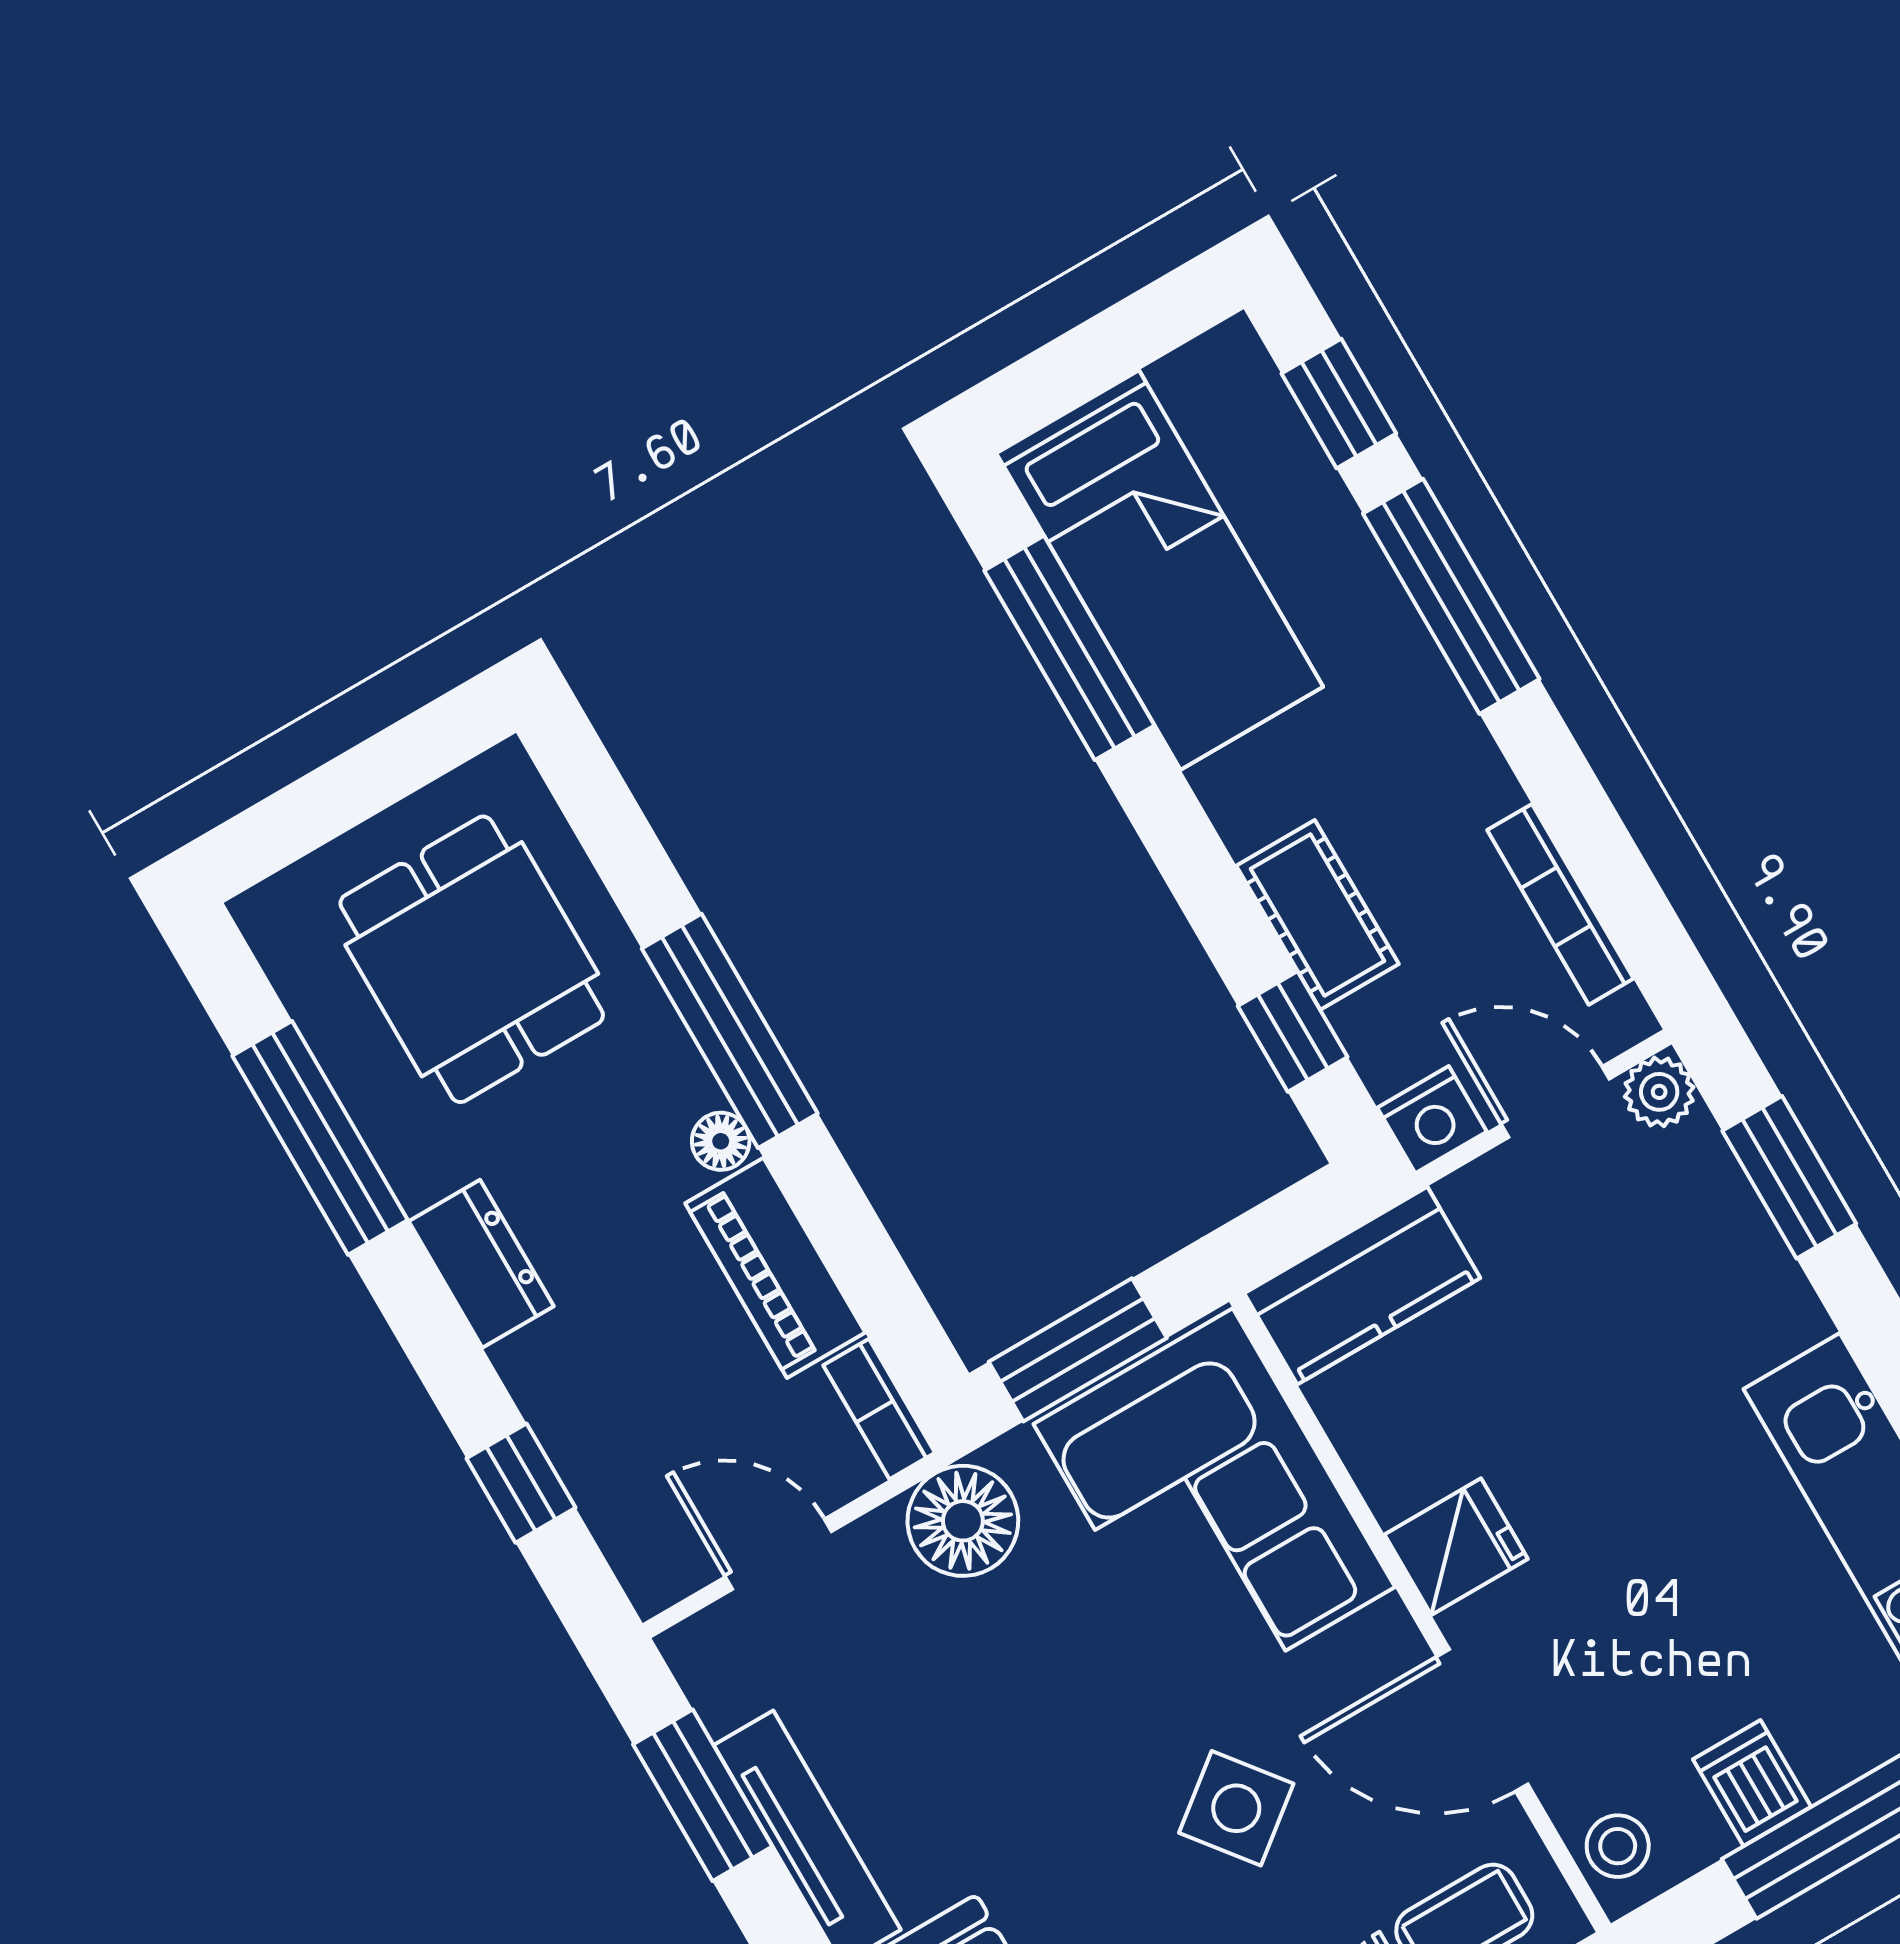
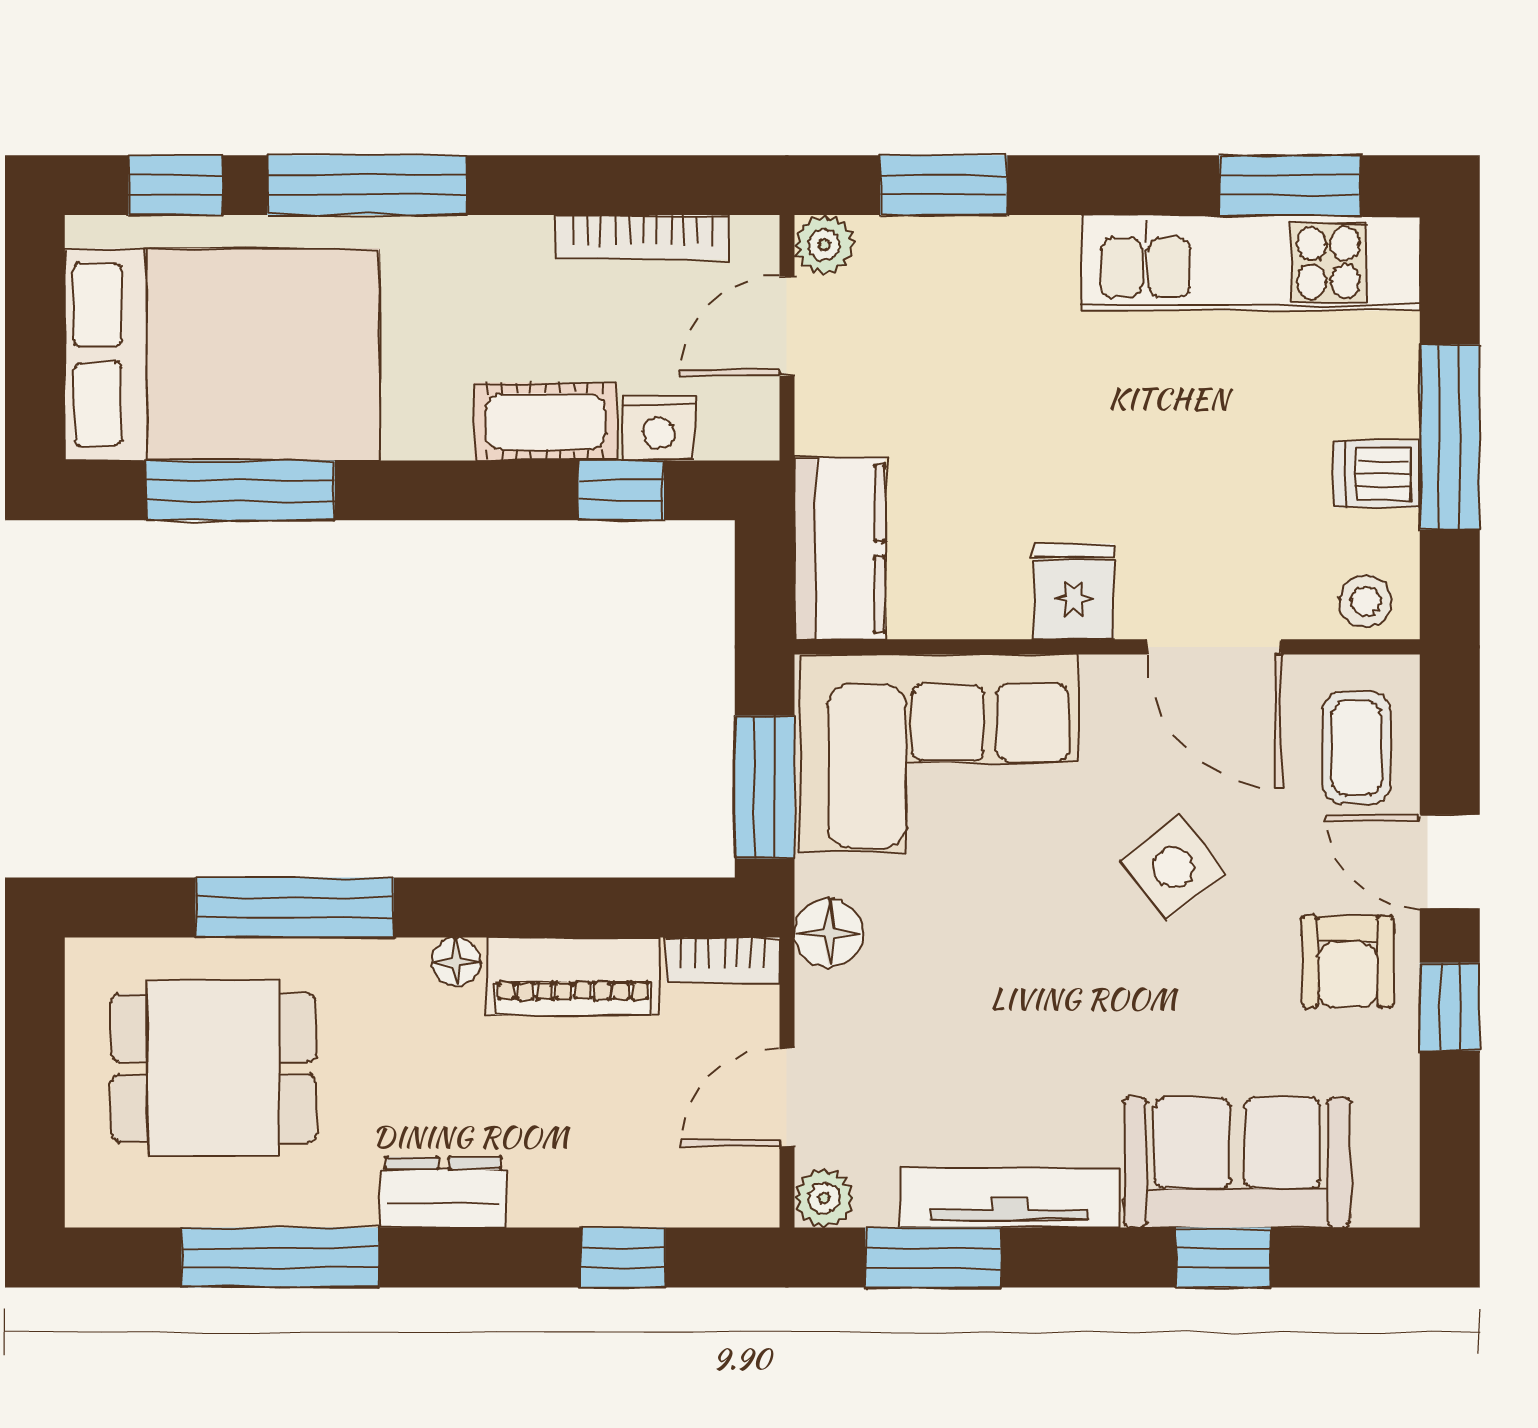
bed: (1160, 570) -> (222, 355), width x1.50
window: (730, 1031) -> (295, 907), moved
nightstand: (1432, 1120) -> (659, 428), moved, turned 90
floor lamp: (963, 1521) -> (829, 933), width x0.73, depth x0.73
plant: (699, 1651) -> (824, 1198), added
door: (1483, 1720) -> (1214, 647), hinge flipped

